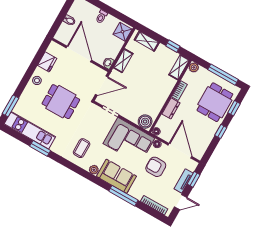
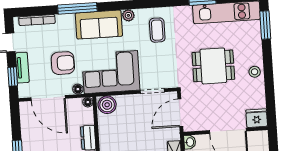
fridge: (47, 62) -> (257, 118), moved, turned 90

